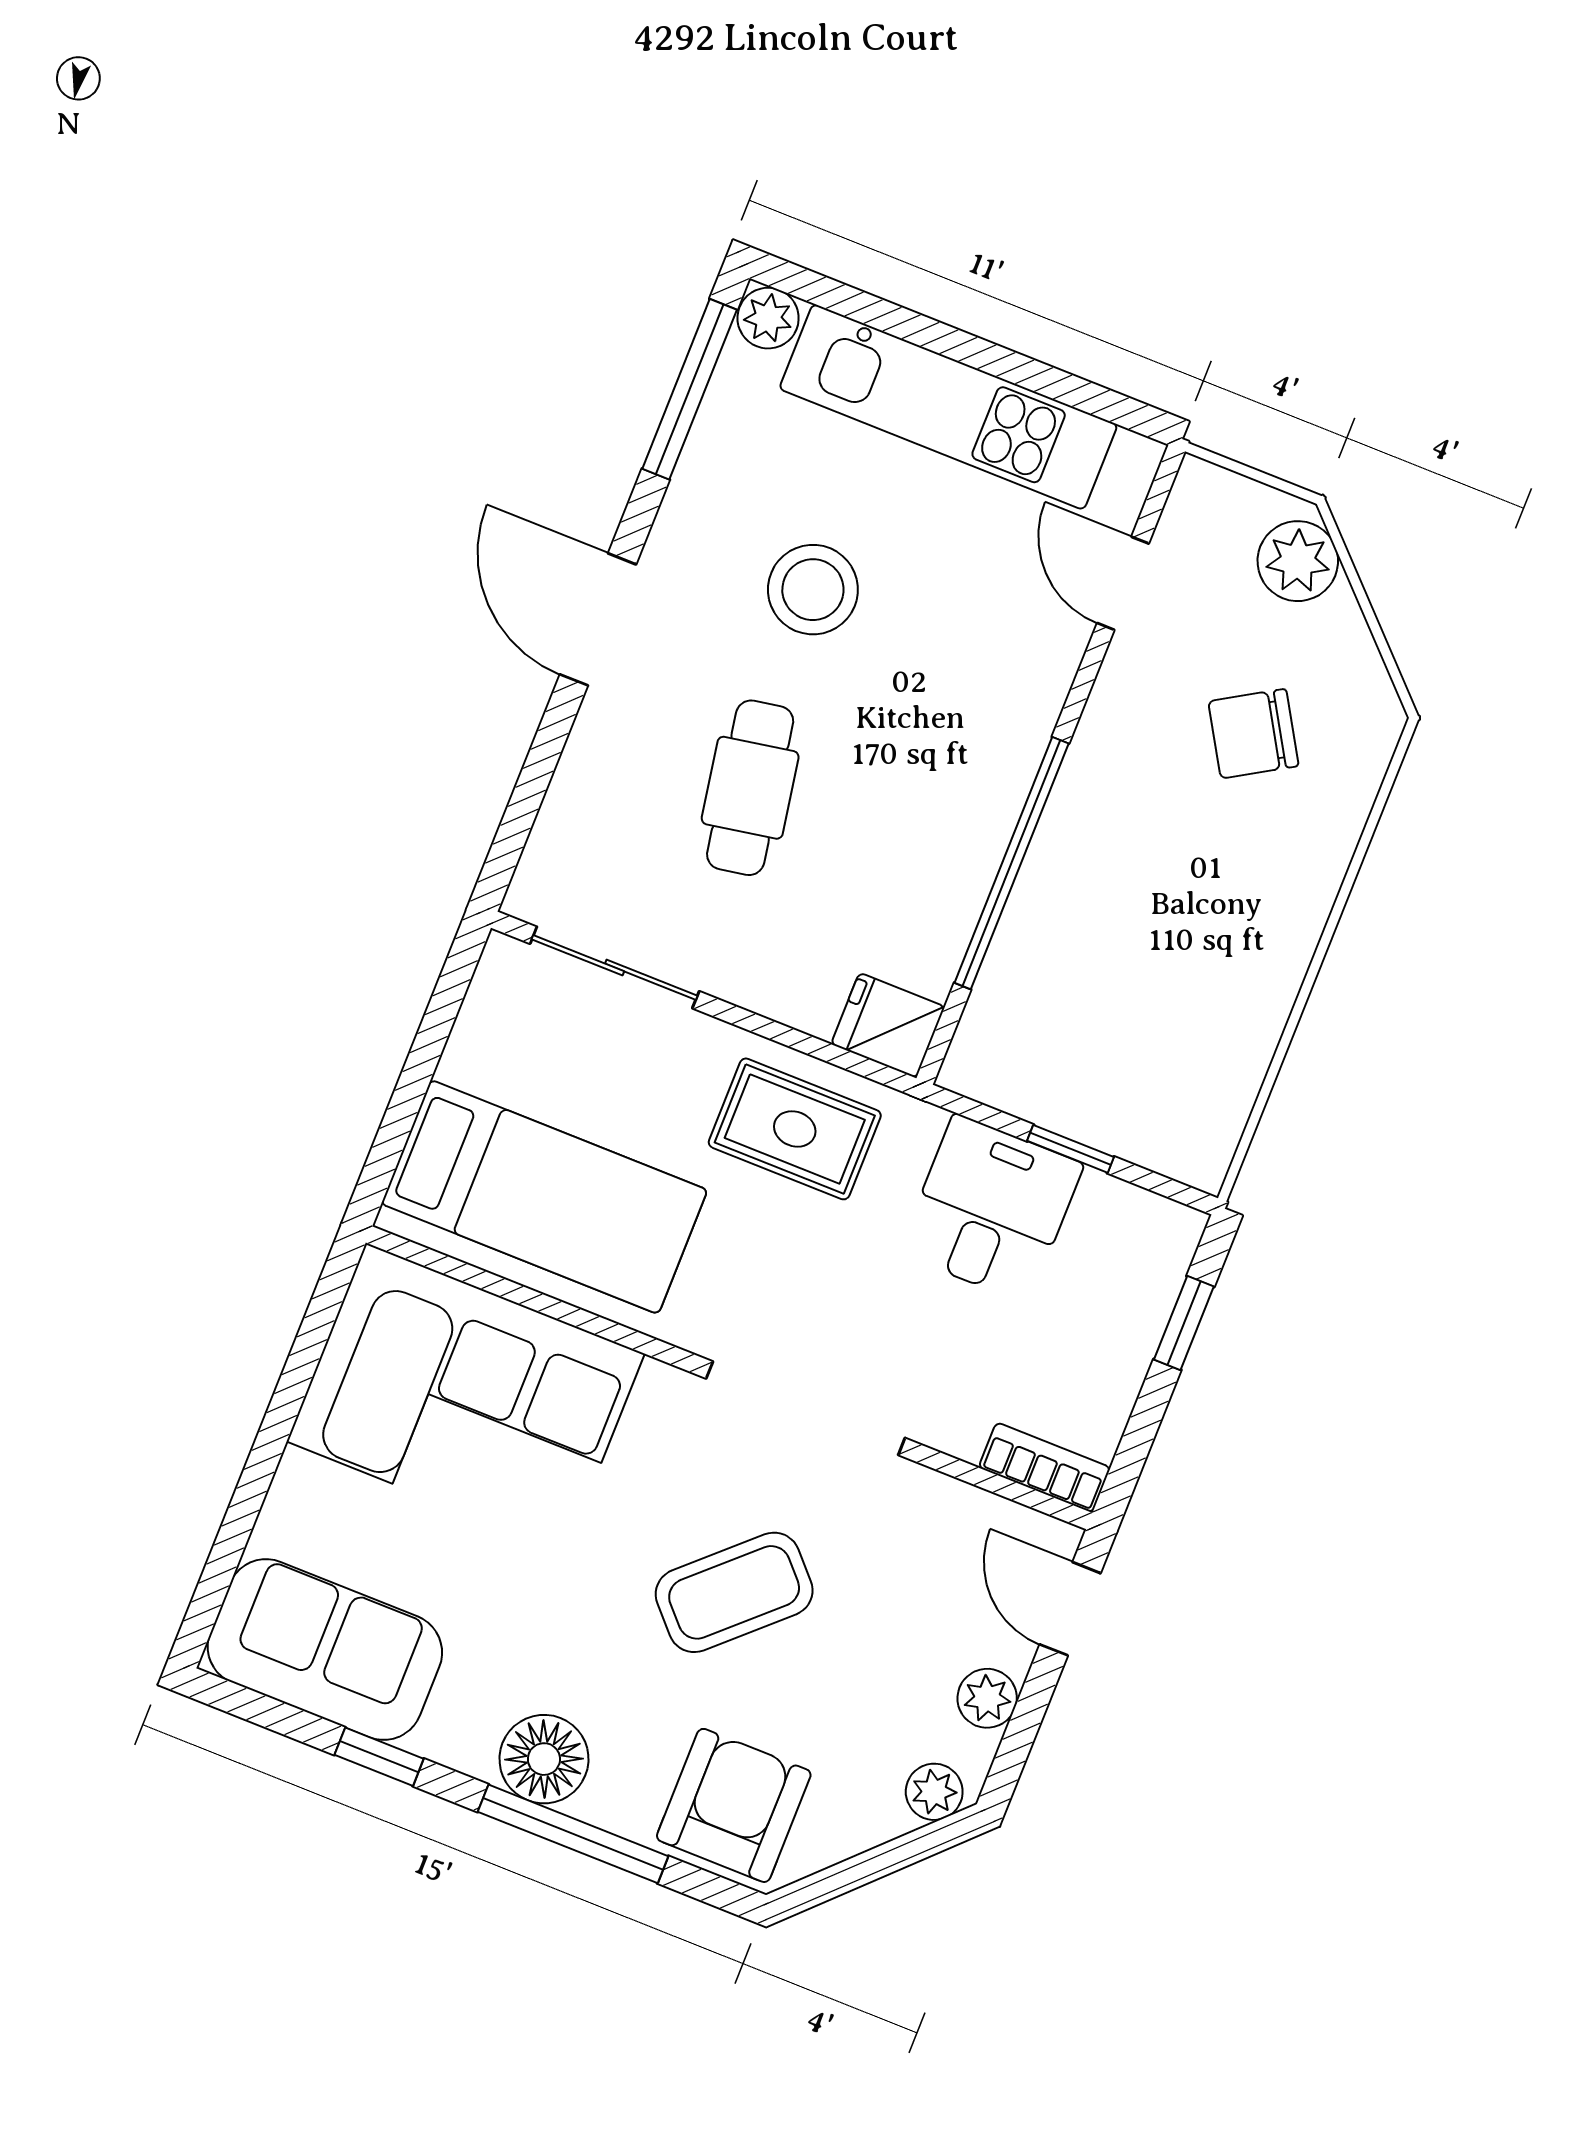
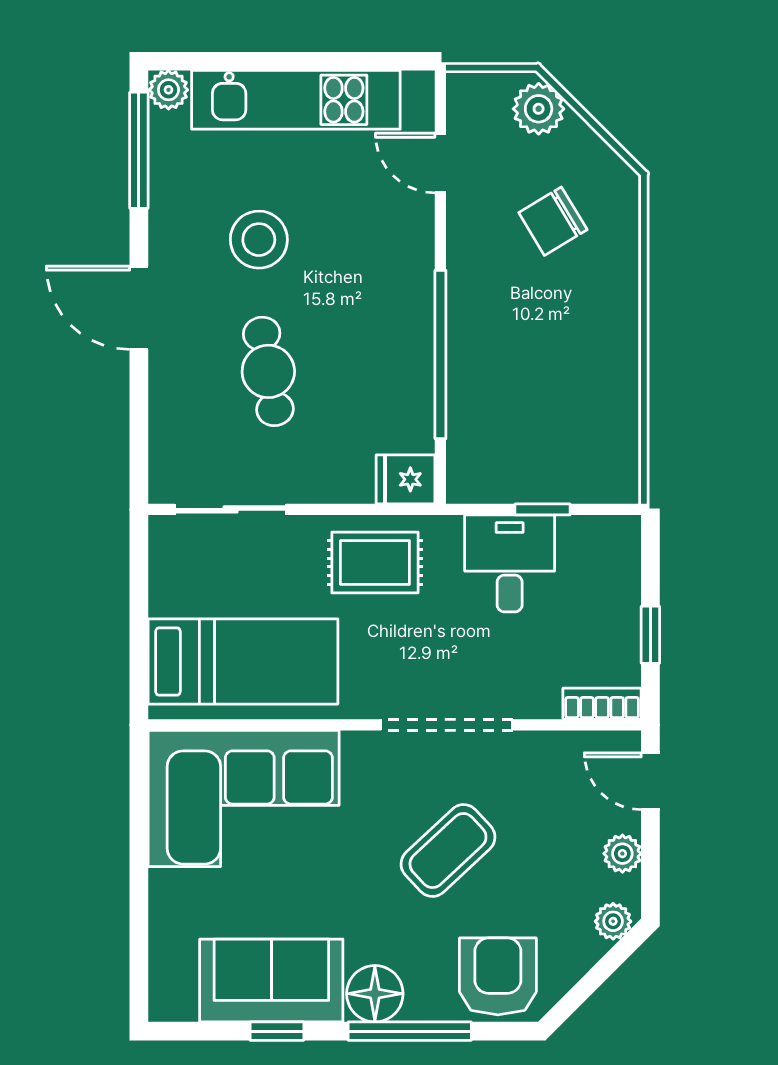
window: (1184, 1323) -> (650, 635), moved
sofa: (325, 1650) -> (271, 980), moved

